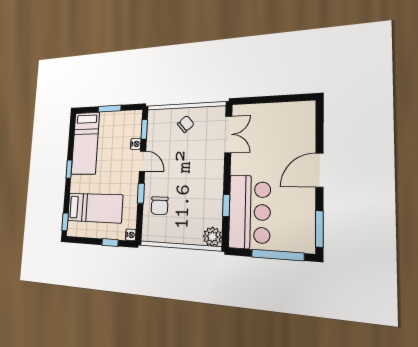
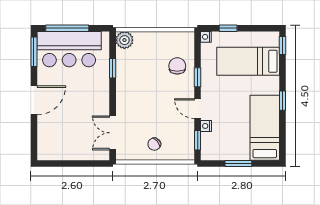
bar counter: (249, 212) -> (69, 49), moved, turned -90

